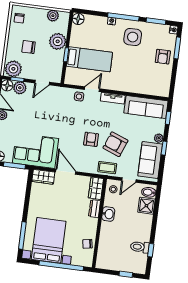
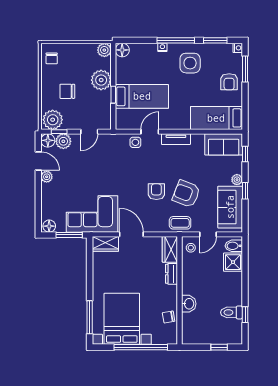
plant: (53, 16) -> (104, 50), moved
bed: (148, 85) -> (216, 118), added
sofa: (146, 107) -> (224, 144), width x0.73
washbasin: (108, 214) -> (189, 304), moved

